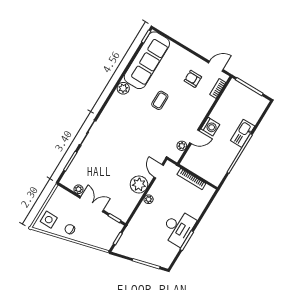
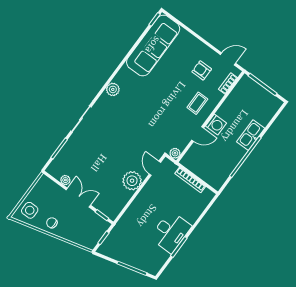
plant: (123, 88) -> (113, 89), moved
coffee table: (160, 100) -> (197, 103), moved
plant: (182, 146) -> (175, 153), moved
plant: (149, 199) -> (141, 198), removed

